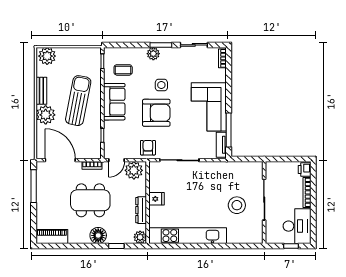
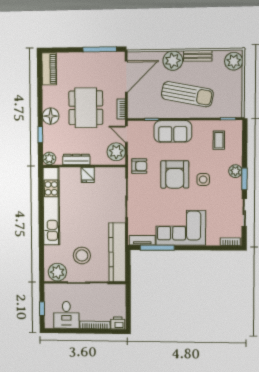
sofa: (114, 102) -> (173, 131), moved
kitchen counter: (233, 170) -> (117, 252), added
desk: (297, 226) -> (66, 315), width x0.73
plant: (254, 230) -> (57, 272), added

